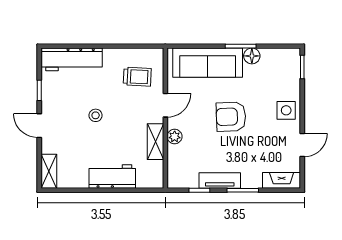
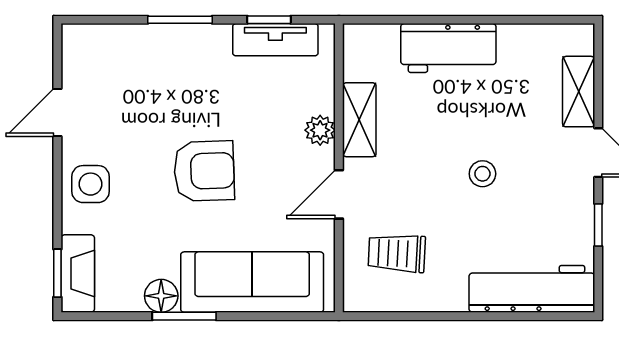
shelving: (49, 171) -> (579, 92), moved
fireplace: (282, 180) -> (78, 274), moved, turned -90
tv unit: (220, 181) -> (275, 40), moved

